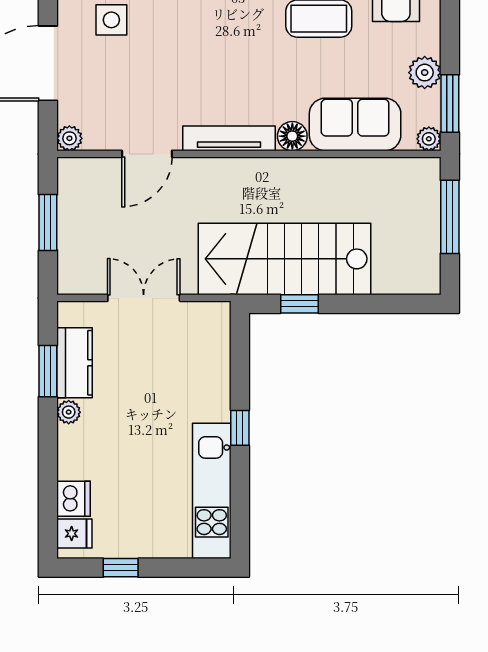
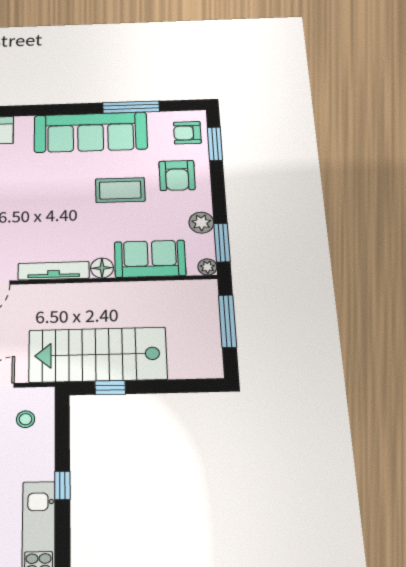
stool: (195, 343) -> (25, 419), added

